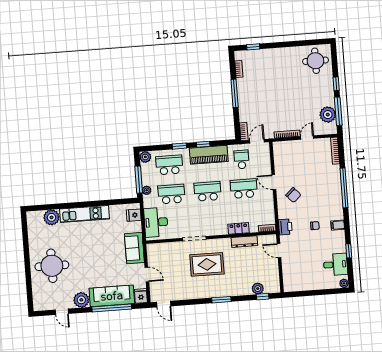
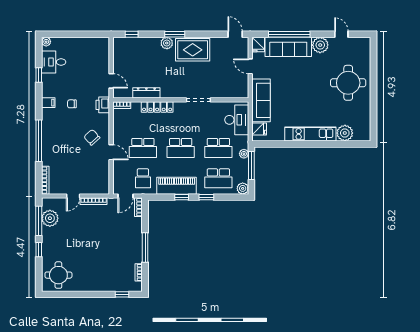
locker: (238, 228) -> (157, 107), width x1.53
sofa: (134, 248) -> (261, 100), width x1.36
rug: (207, 264) -> (193, 50), moved
plant: (258, 289) -> (167, 43), moved

